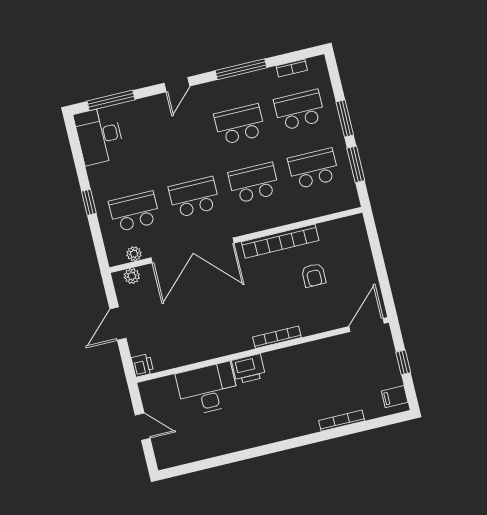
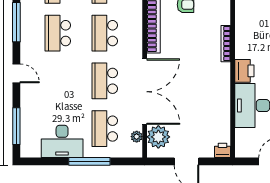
desk: (99, 136) -> (62, 141), moved
window: (89, 202) -> (89, 161), width x2.17
plant: (132, 276) -> (158, 137), width x1.87, depth x1.87

